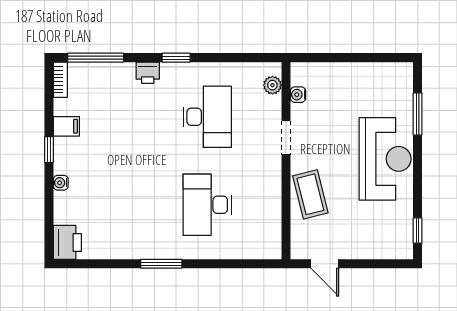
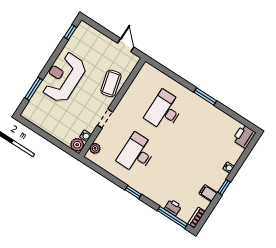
printer: (148, 73) -> (173, 207), moved
plant: (302, 74) -> (77, 145), added
desk: (207, 205) -> (164, 111), turned 180

